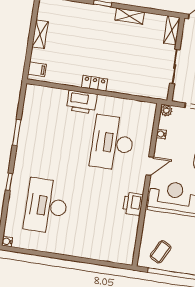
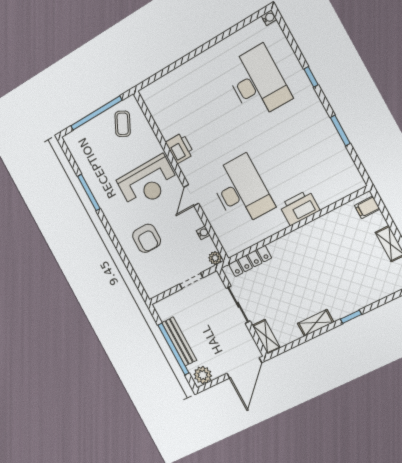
locker: (94, 83) -> (250, 261), moved, width x1.53

